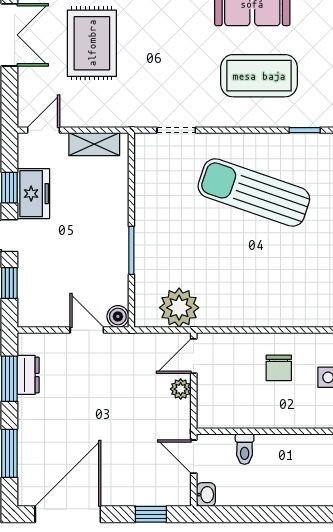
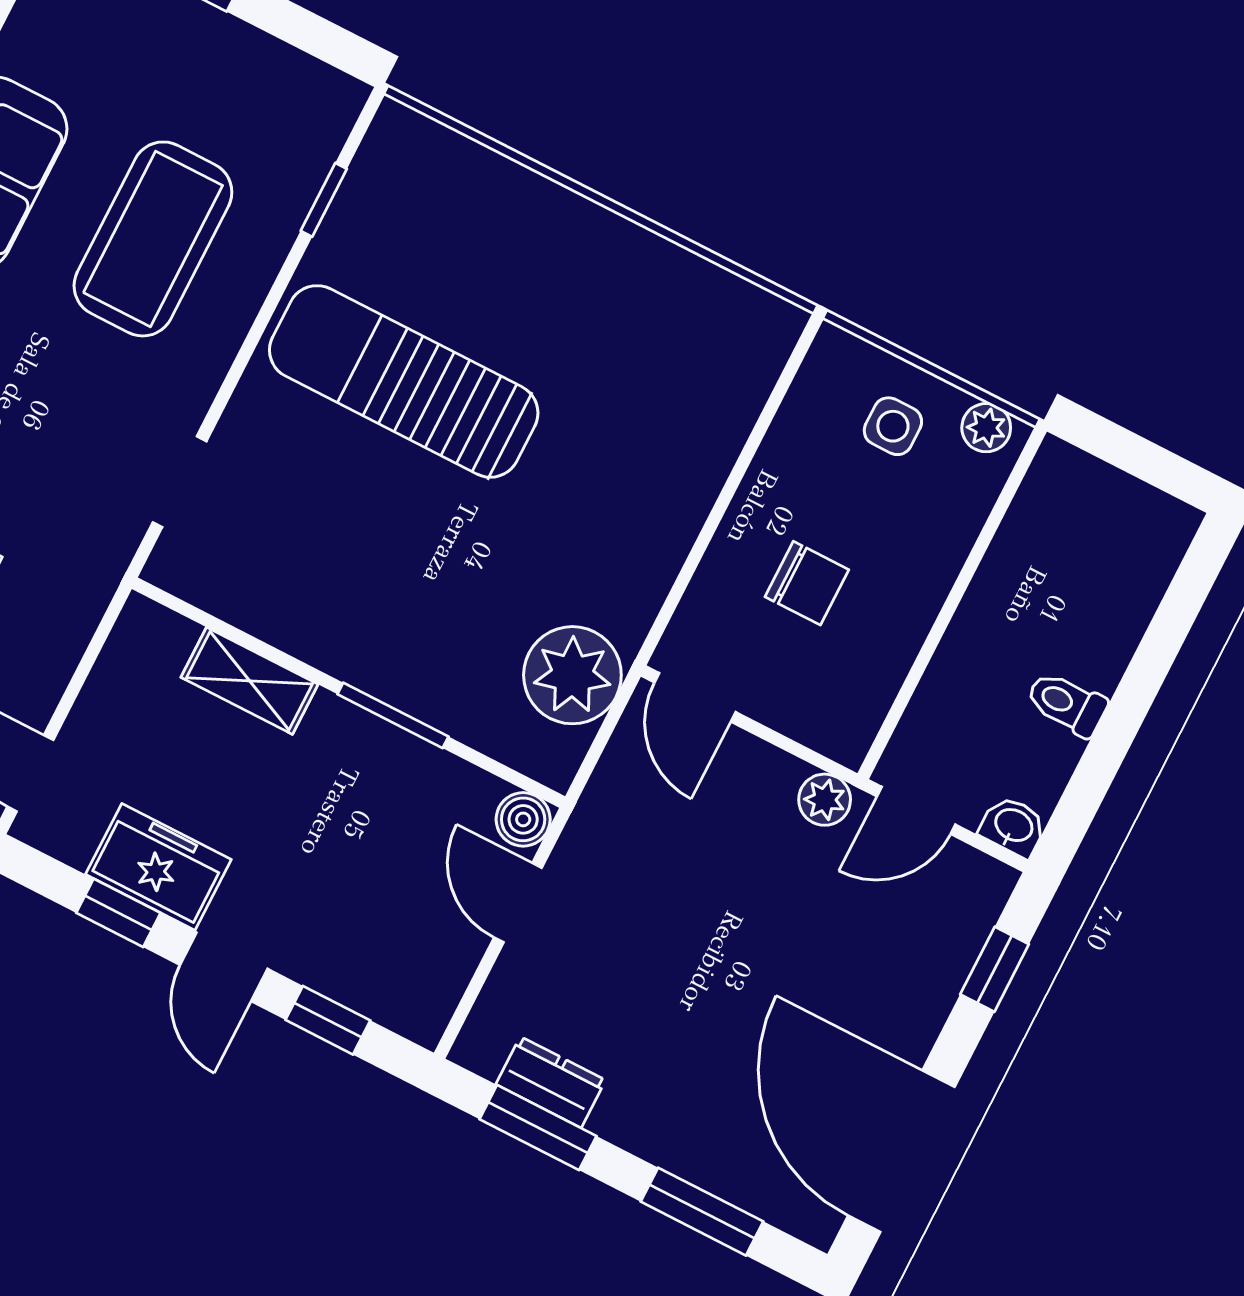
shelving: (94, 144) -> (249, 681), moved, turned 90
sun lounger: (254, 193) -> (404, 381), turned 71
door: (87, 330) -> (518, 903), hinge flipped
chair: (279, 368) -> (807, 583), moved
plant: (181, 389) -> (825, 800), moved
toilet: (245, 449) -> (1067, 704), moved, turned 180

